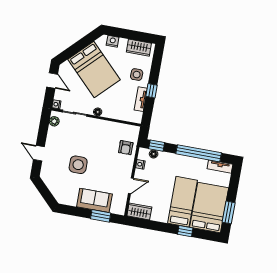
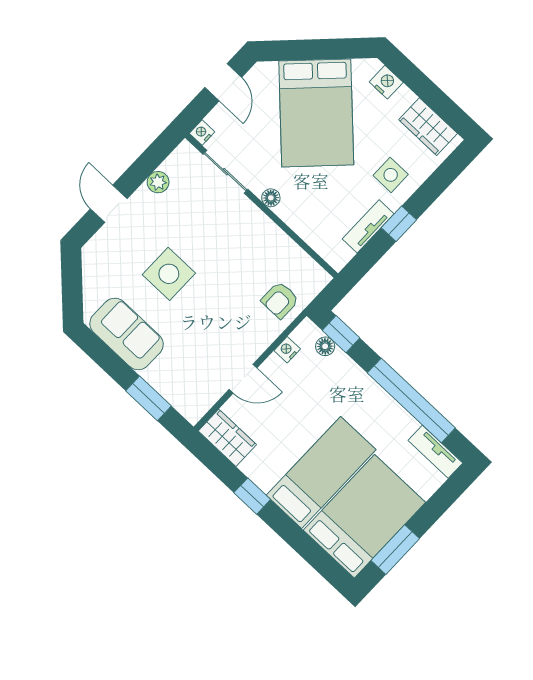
plant: (54, 121) -> (158, 182), moved
sofa: (94, 200) -> (127, 334), moved
window: (185, 231) -> (252, 496), moved

